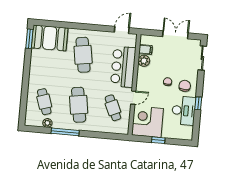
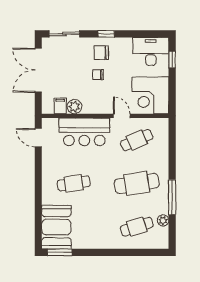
double door: (175, 35) -> (38, 70), width x1.37
cafe table: (83, 55) -> (74, 183), width x0.73, depth x0.74
window: (198, 103) -> (106, 34), moved
desk: (184, 111) -> (151, 51), moved
window: (158, 140) -> (172, 59), moved

